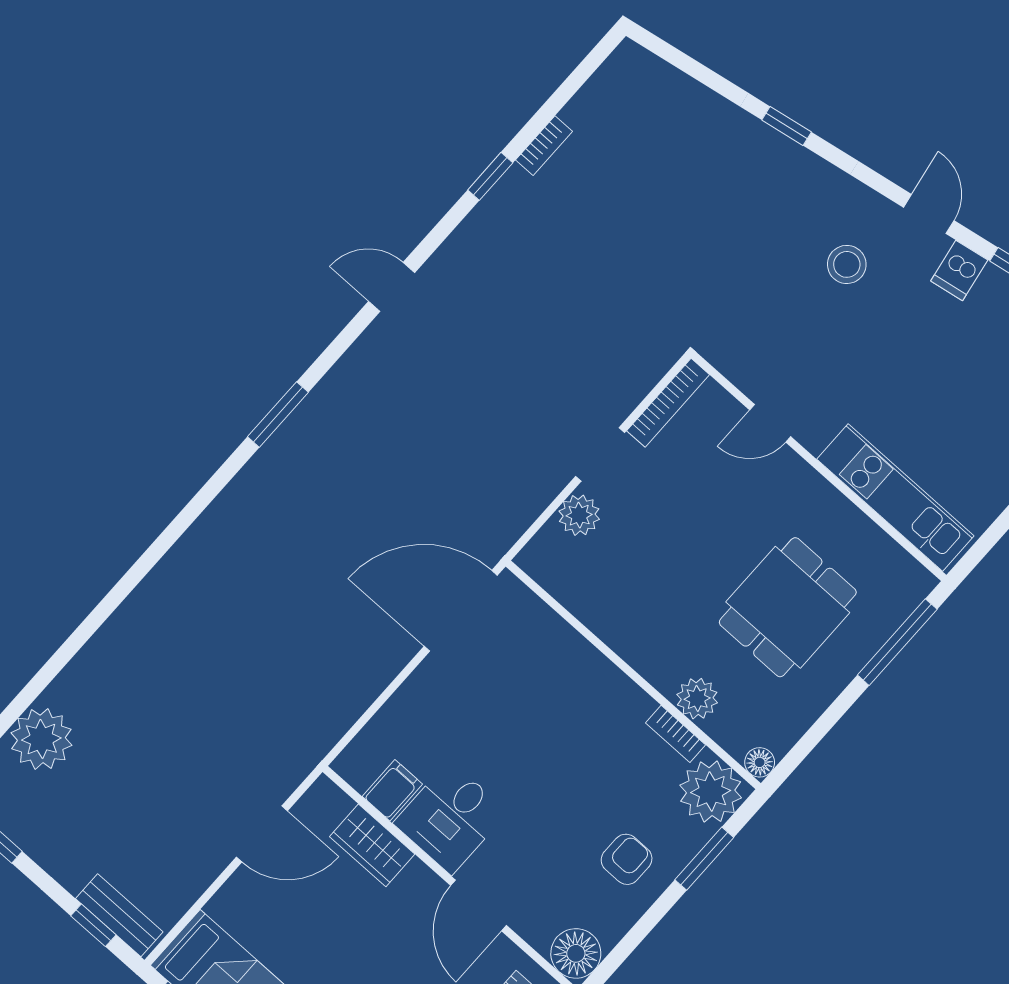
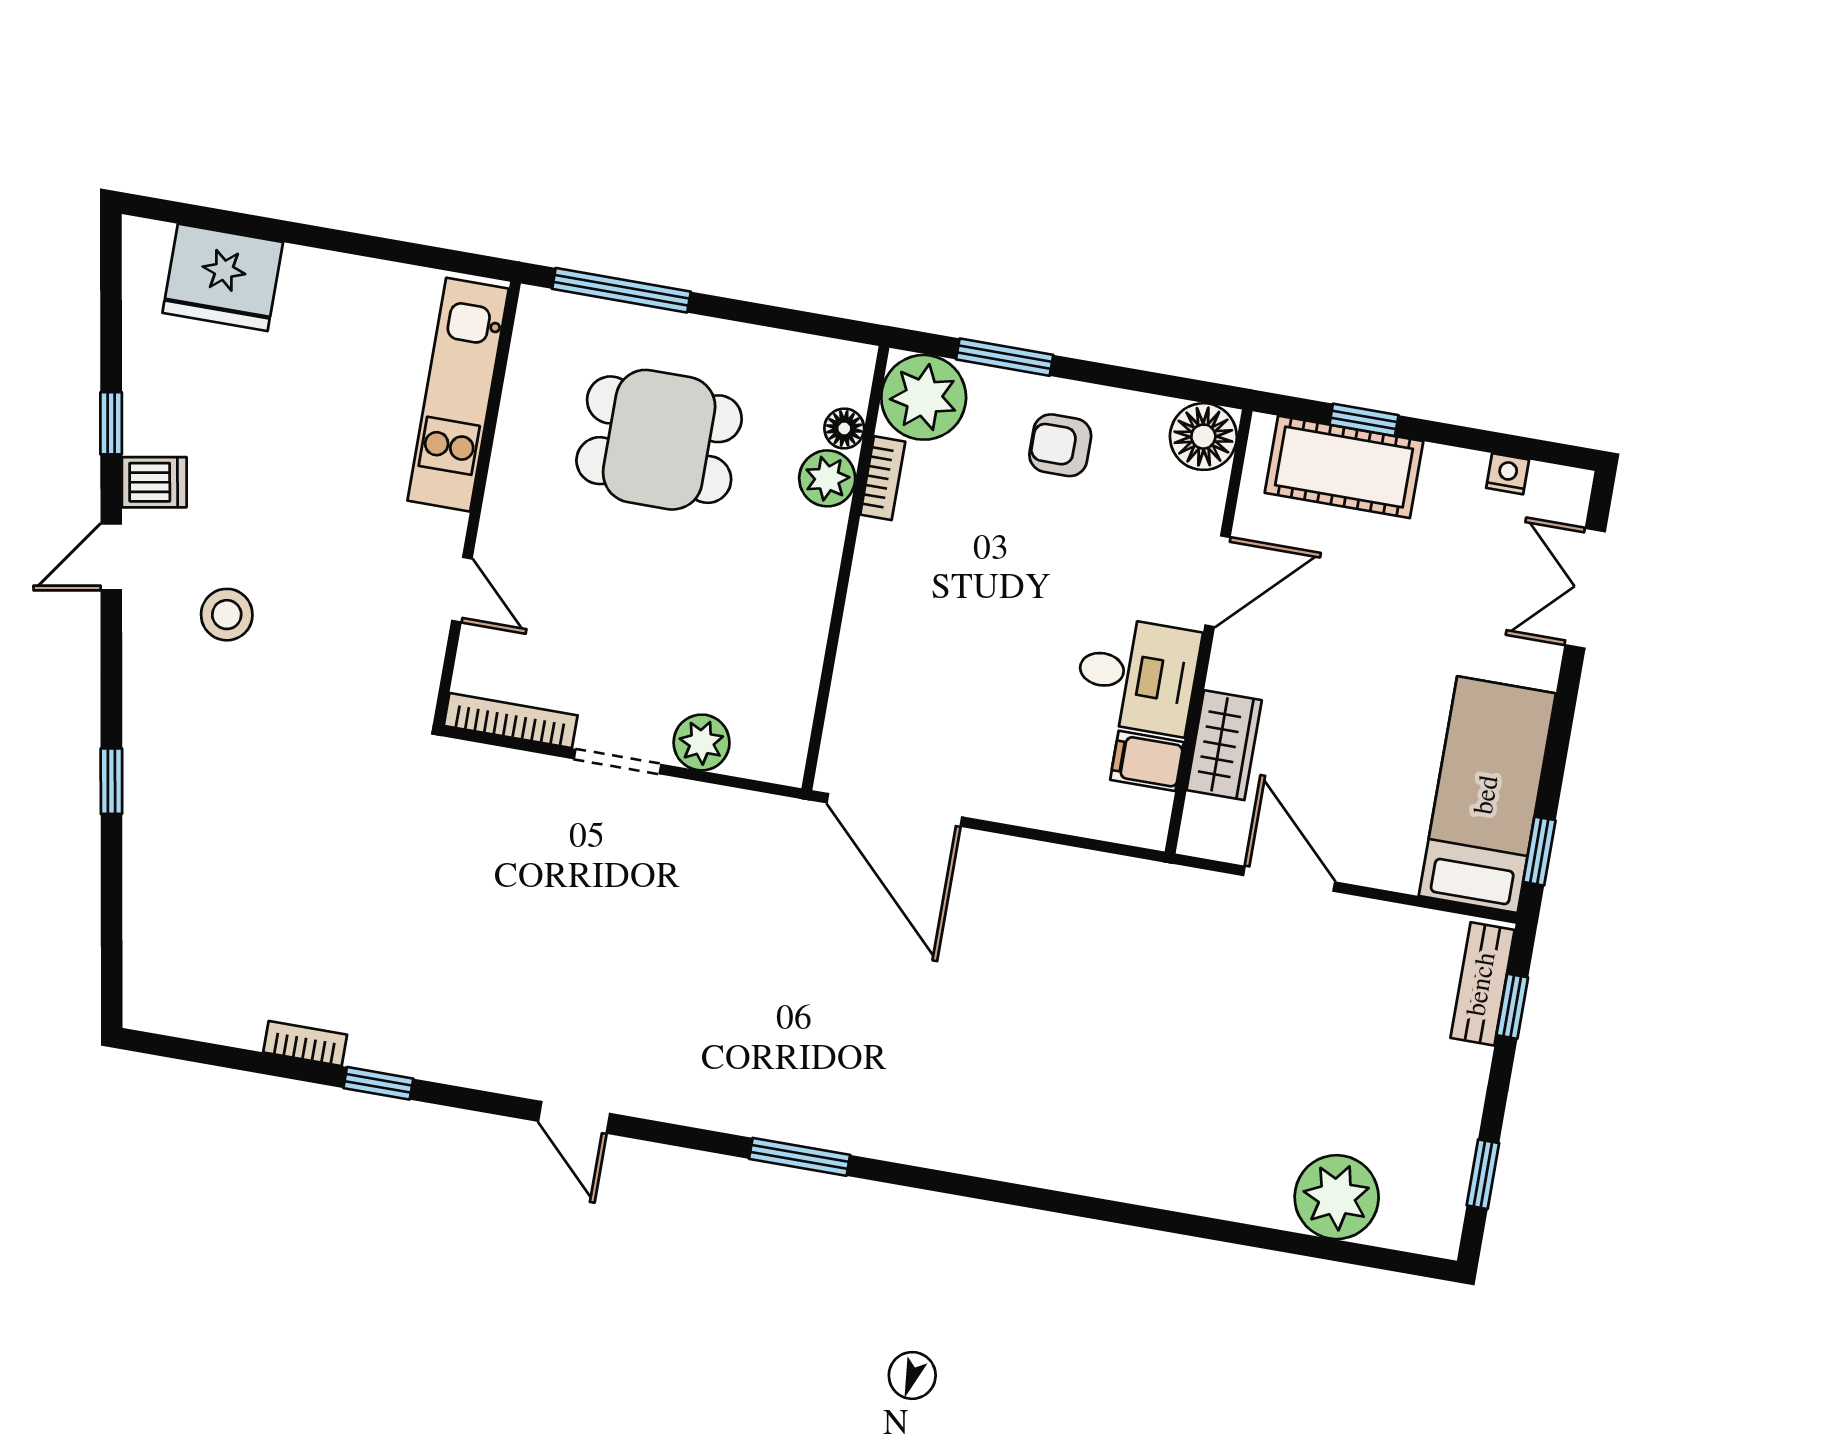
floor lamp: (760, 762) -> (844, 428), moved

